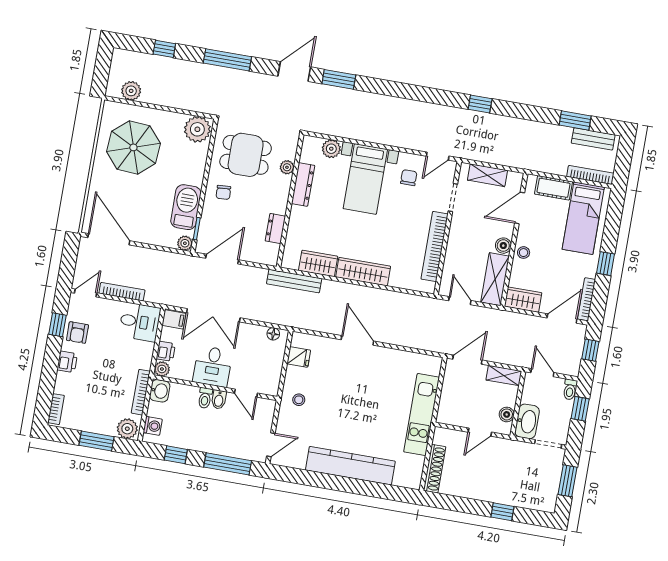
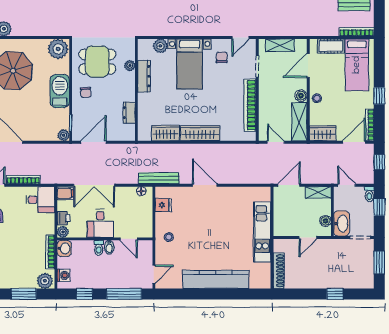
barbecue: (186, 207) -> (60, 91), moved
bench: (294, 281) -> (159, 178), moved

